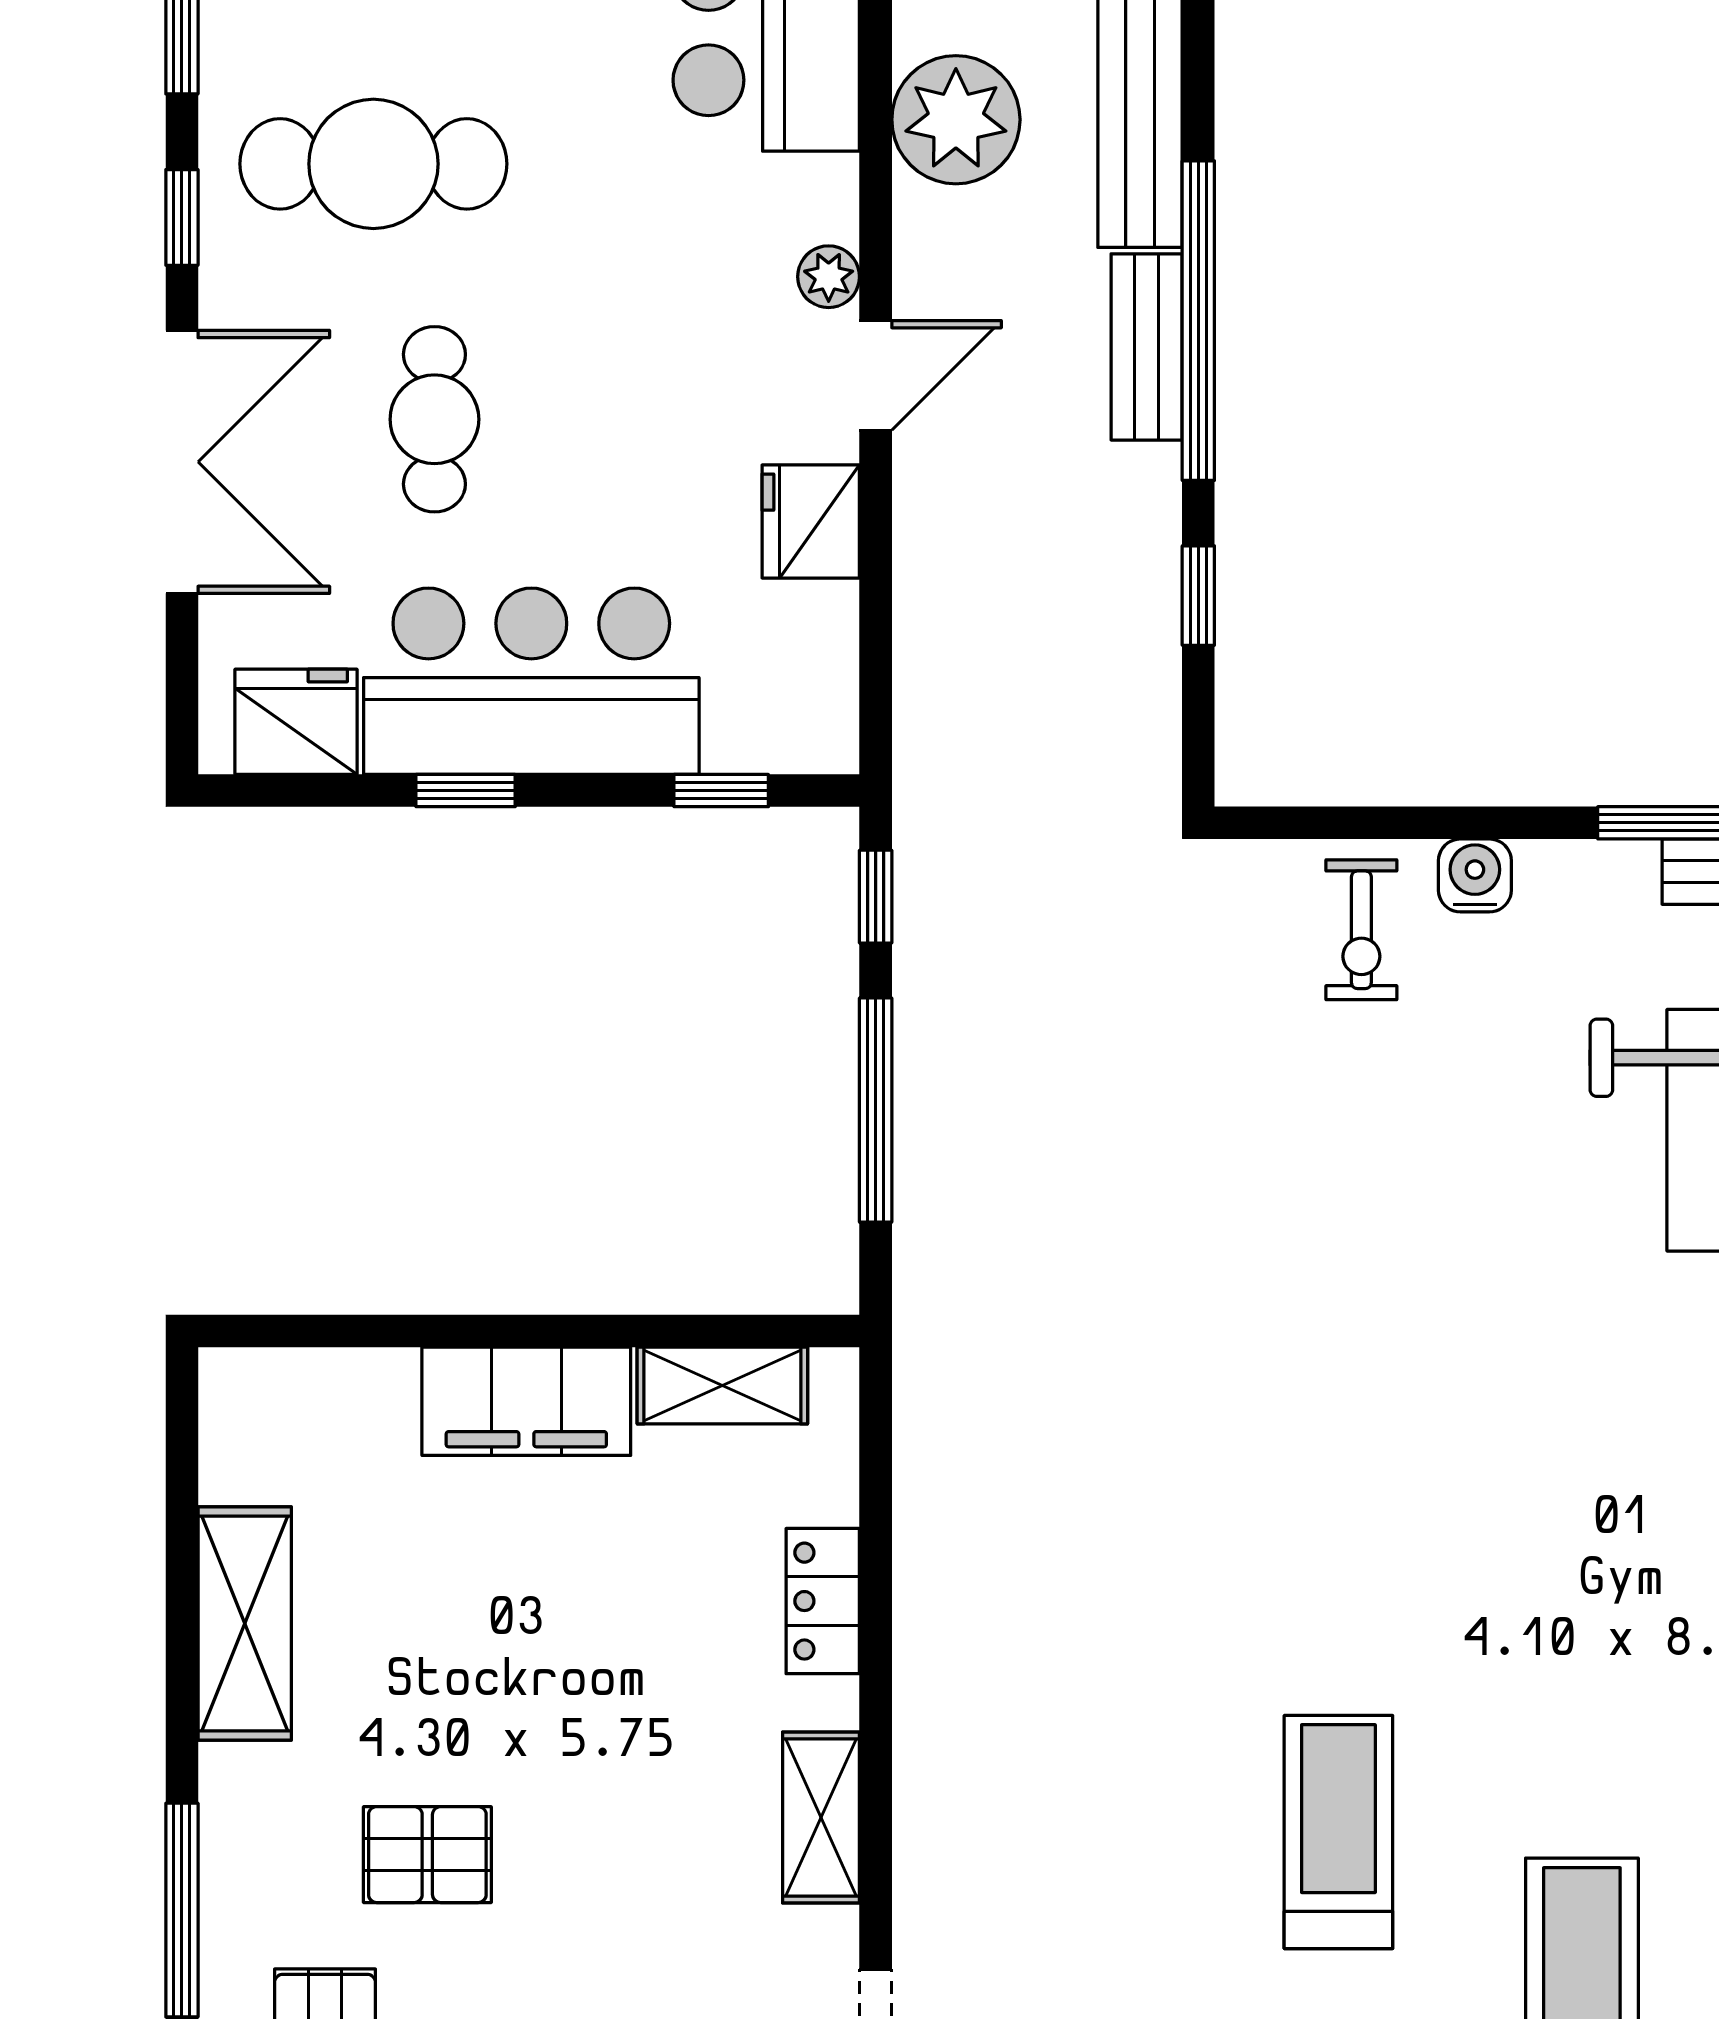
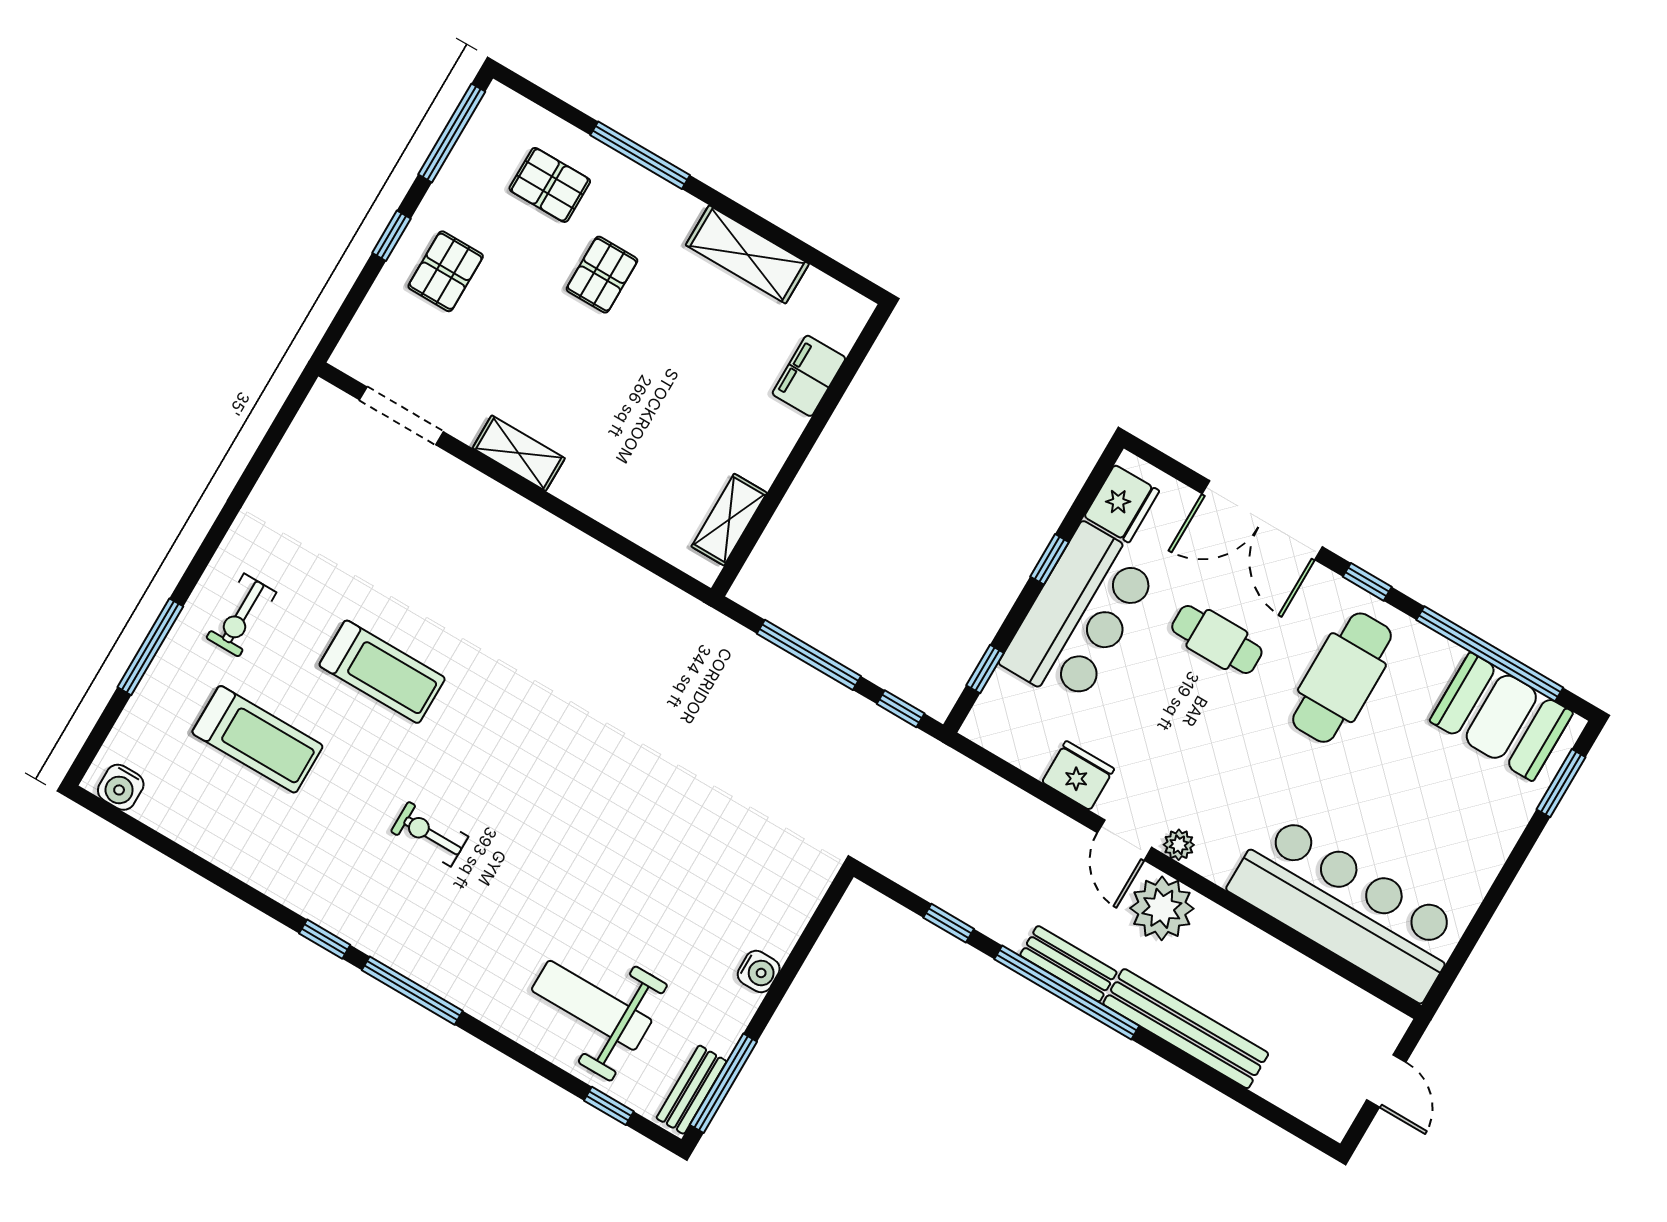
plant: (956, 120) -> (1162, 908), moved
exercise bike: (1361, 930) -> (430, 834), moved
filing cabinet: (526, 1401) -> (809, 376), moved, width x0.67, depth x0.86
locker: (823, 1601) -> (611, 508), removed

